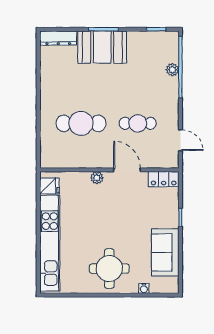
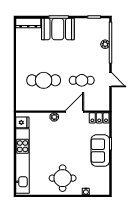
door: (180, 140) -> (111, 80), moved
door: (127, 170) -> (75, 112), hinge flipped
sofa: (165, 252) -> (100, 151), moved

